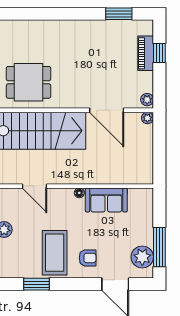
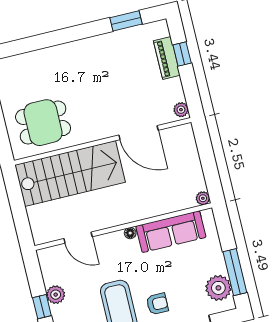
plant: (147, 118) -> (203, 198), moved
sofa: (106, 200) -> (171, 232), width x1.36

